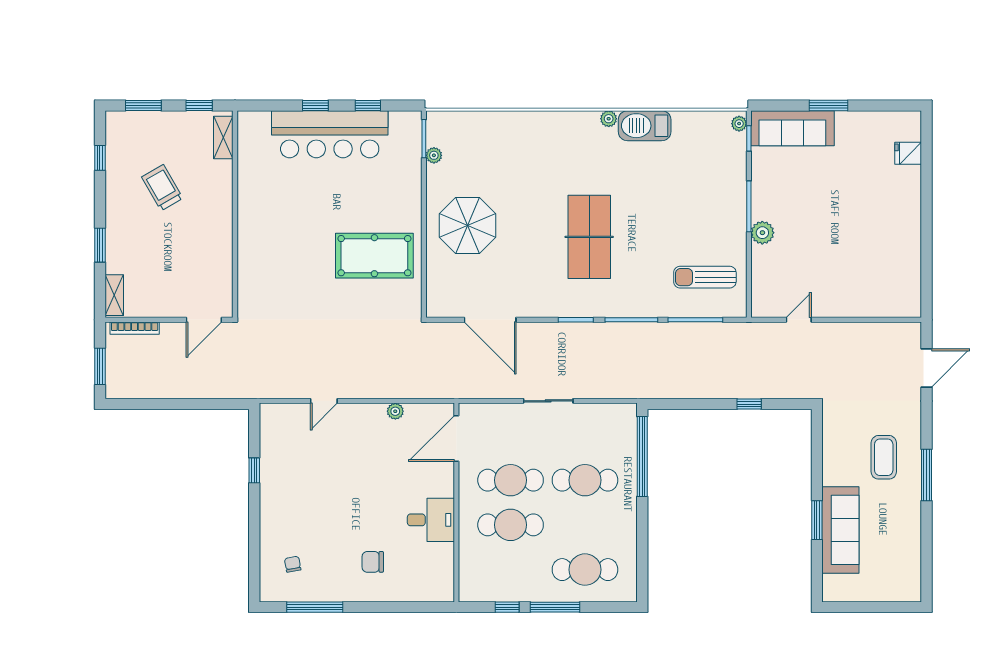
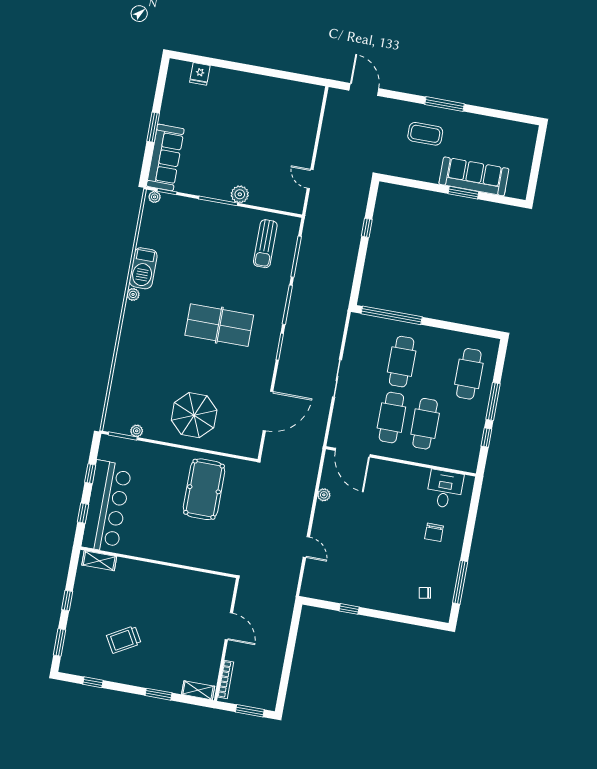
shelving: (223, 138) -> (99, 561), moved
wall: (235, 214) -> (158, 562), moved
desk: (431, 520) -> (445, 489), moved

